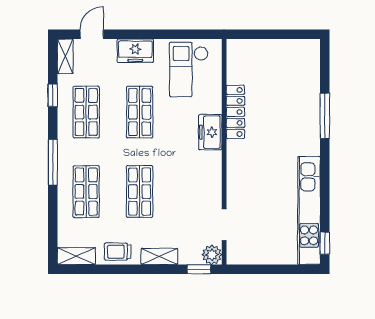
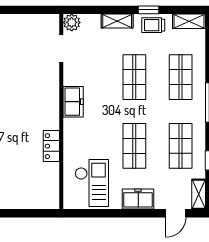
locker: (235, 112) -> (51, 146), width x0.66
freezer: (210, 132) -> (73, 102), moved
trolley: (118, 252) -> (153, 25), turned 180
window: (199, 269) -> (149, 10), moved

